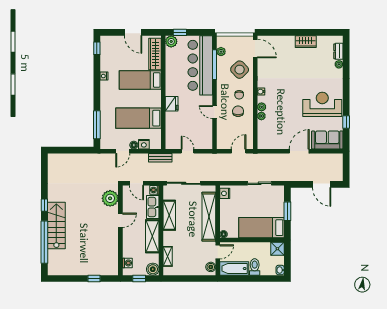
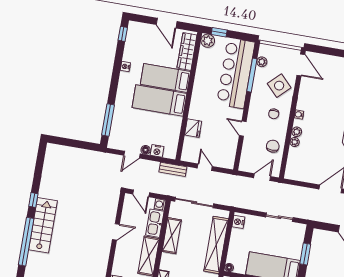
fridge: (172, 104) -> (193, 128), moved
chair: (238, 111) -> (273, 146), moved
bed: (138, 118) -> (159, 101), moved
plant: (110, 198) -> (109, 205), removed

